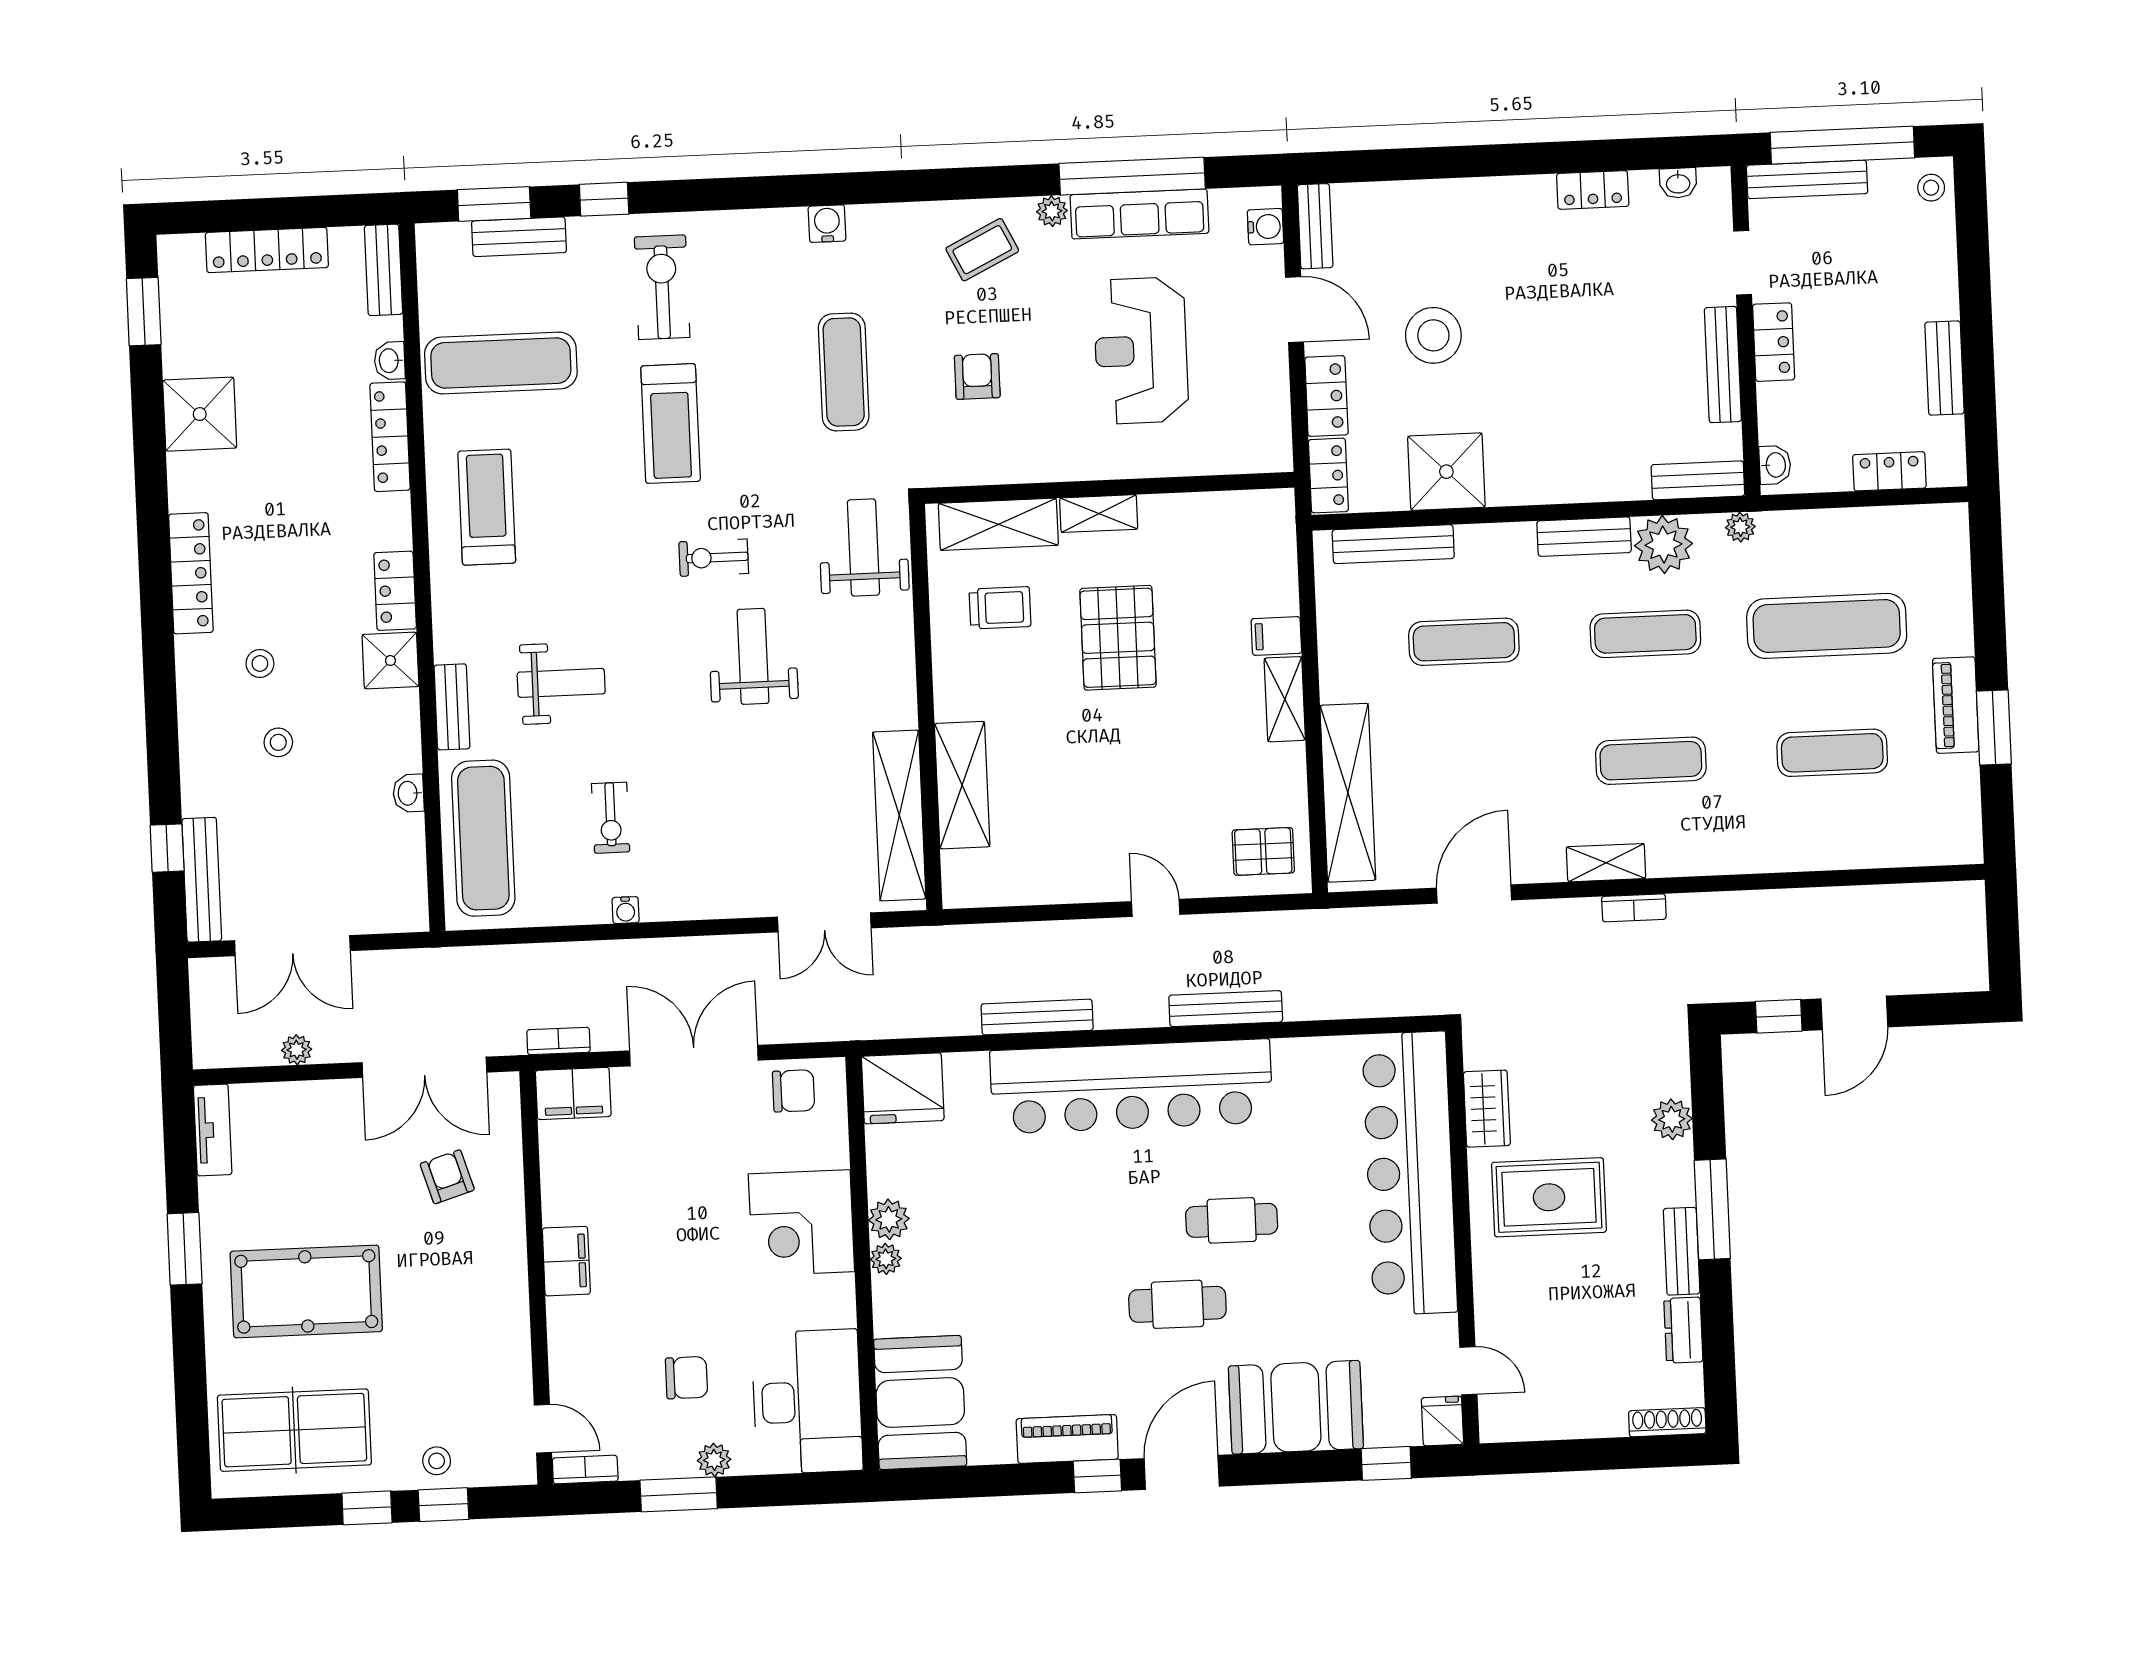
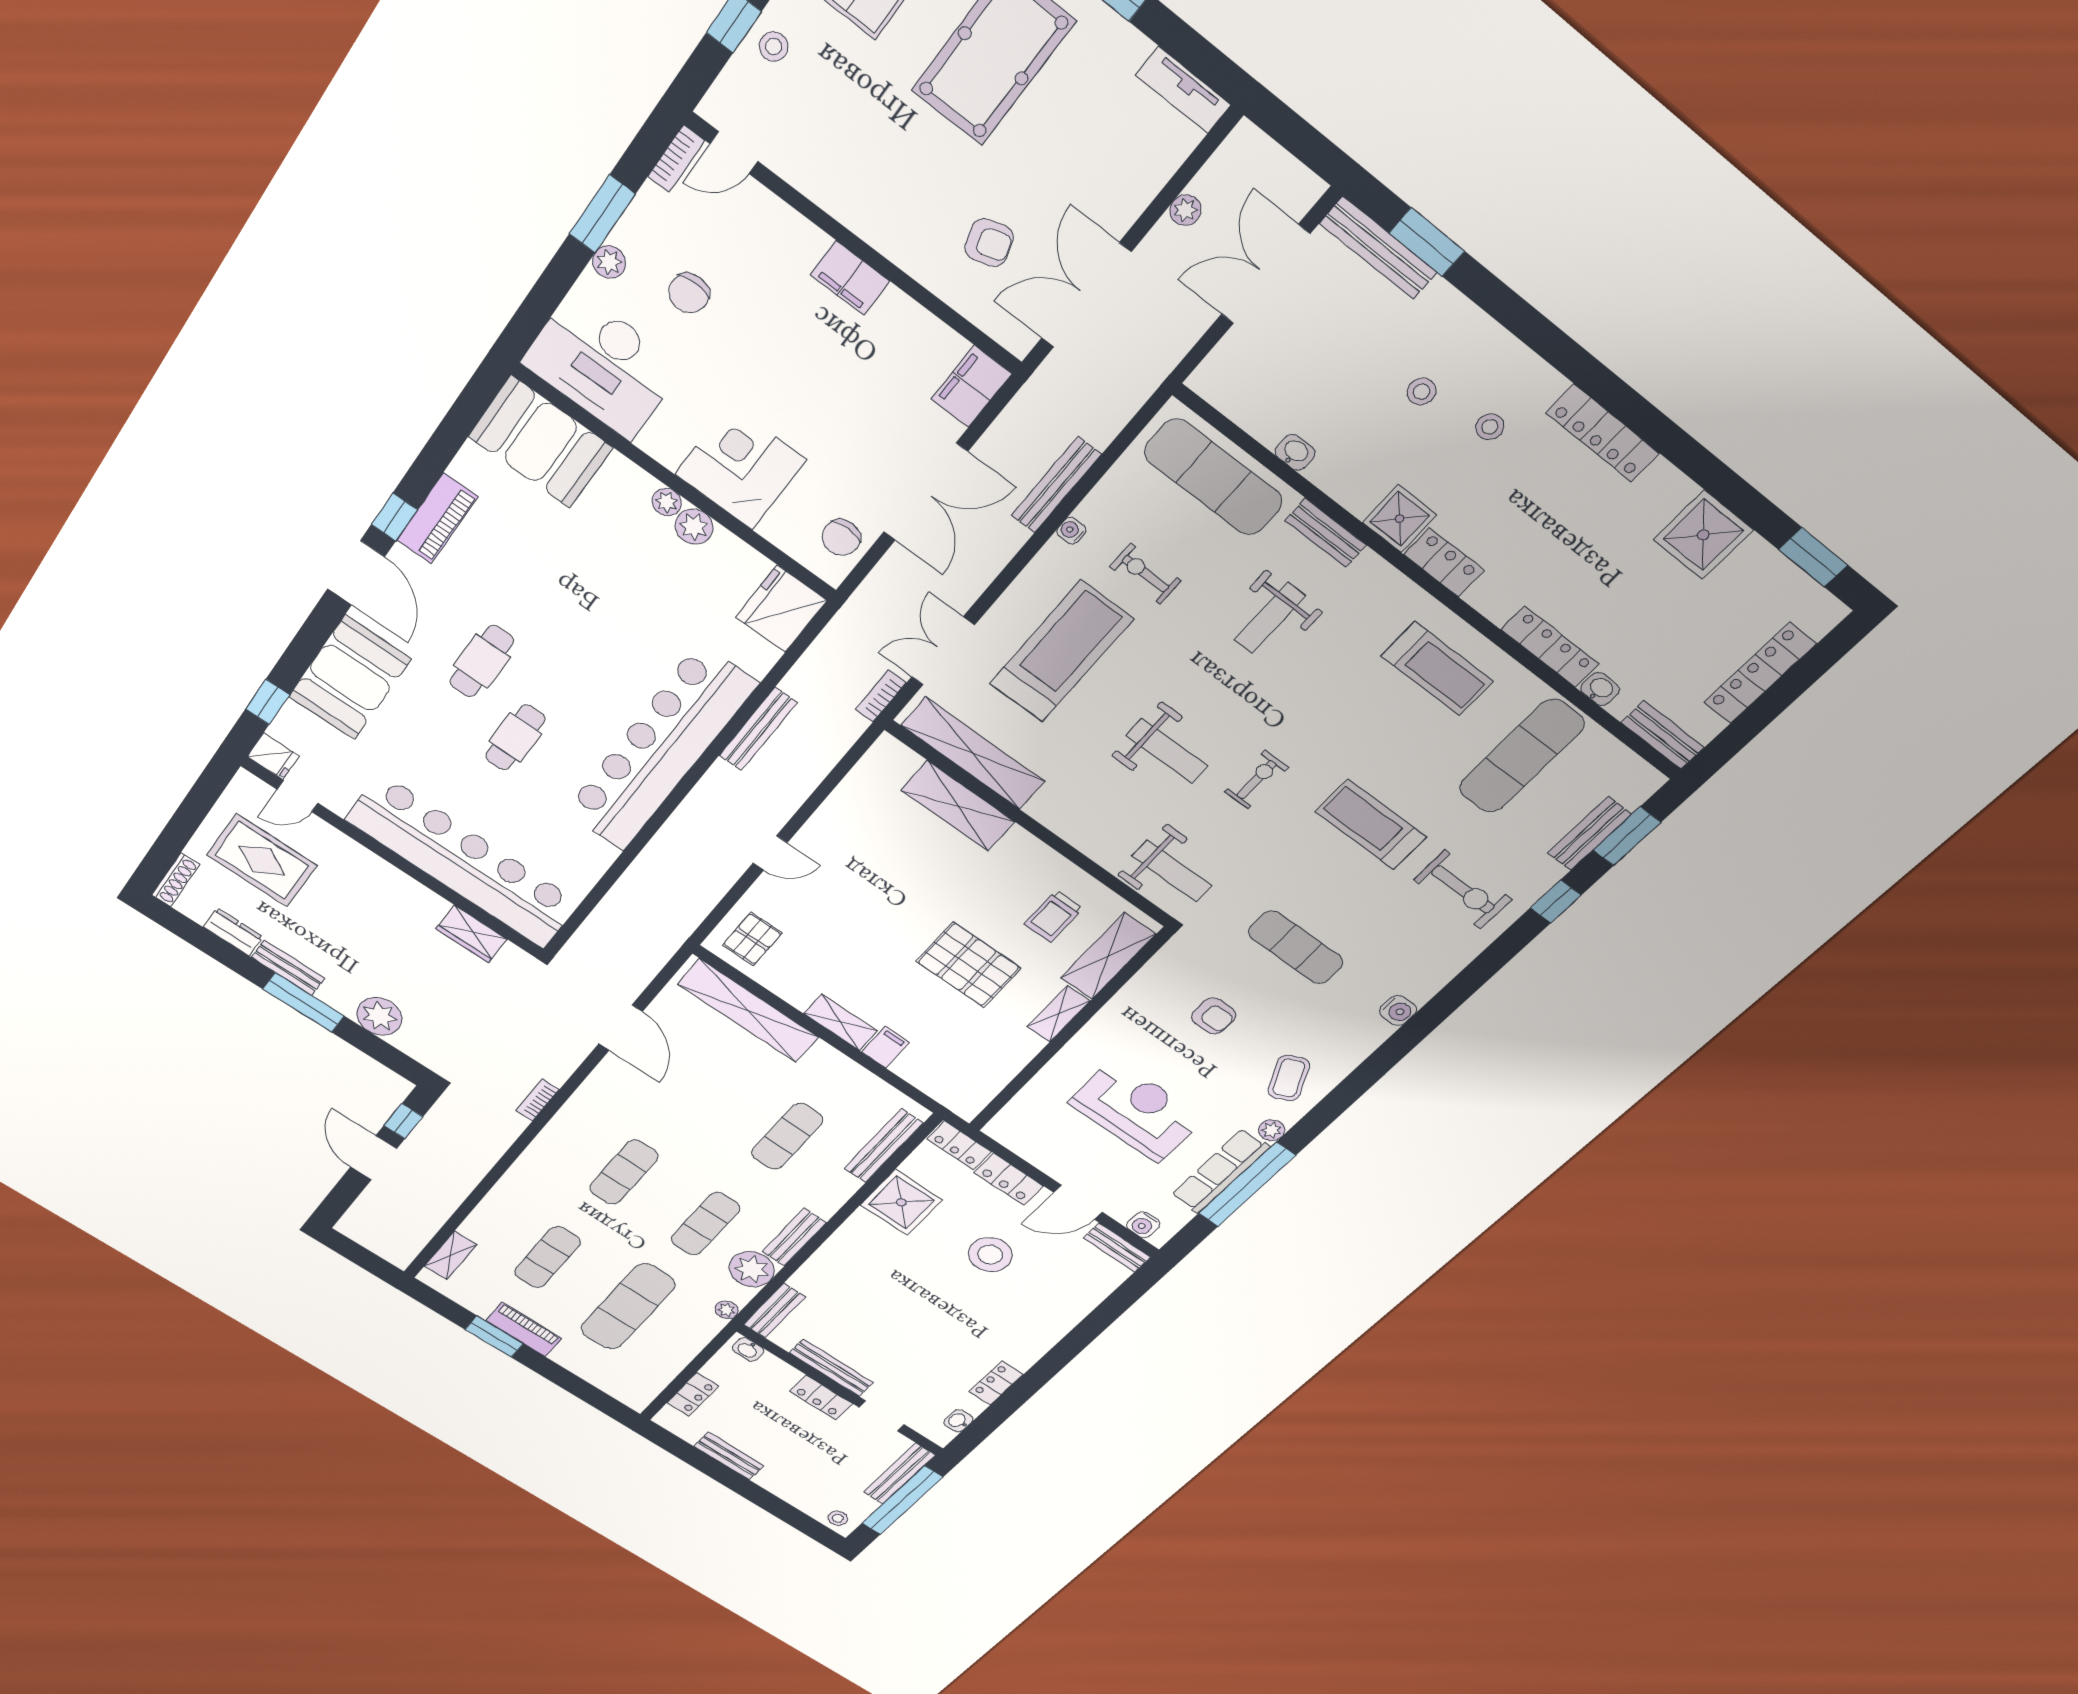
treadmill: (739, 825) -> (1061, 652), added
window: (167, 848) -> (1427, 242), width x1.50
shelving: (1606, 863) -> (451, 1255), moved
bench: (1226, 1009) -> (1056, 485), moved
bookcase: (558, 1041) -> (881, 696), moved, turned 180
plant: (1672, 1119) -> (379, 1016), width x1.36, depth x1.36
rug: (1549, 1197) -> (262, 860), moved, turned 90

